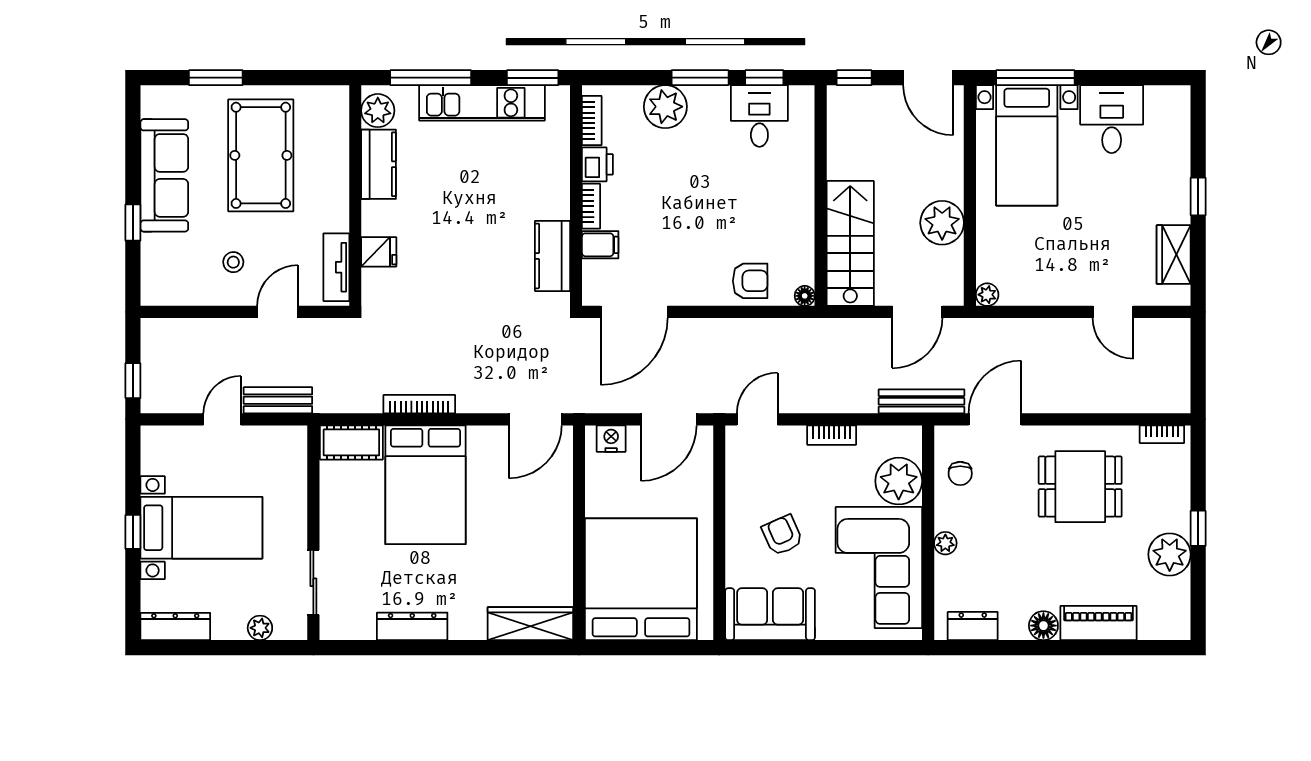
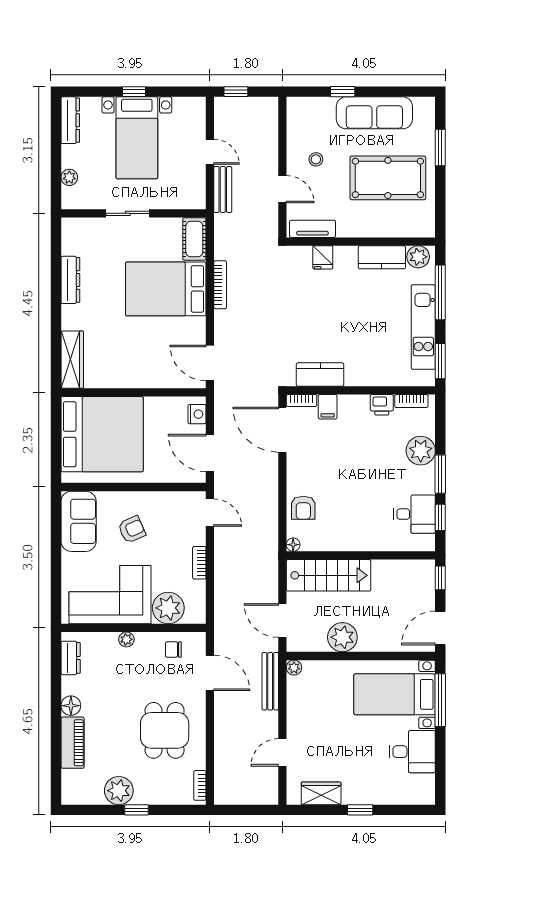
bookcase: (591, 206) -> (302, 401), moved
bench: (922, 401) -> (270, 681), moved
sliding door: (313, 582) -> (128, 213), moved

